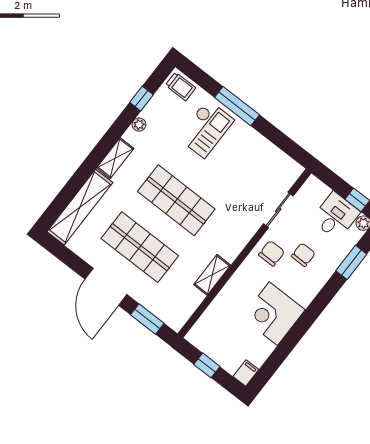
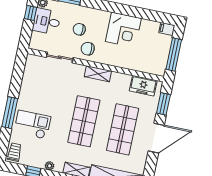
shelving: (212, 275) -> (98, 74), moved
freezer: (185, 304) -> (143, 86), added
window: (207, 365) -> (174, 55), width x2.17

